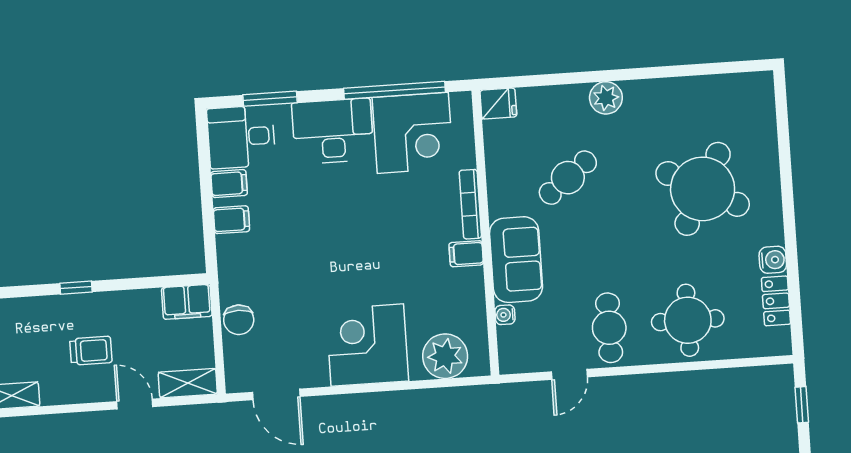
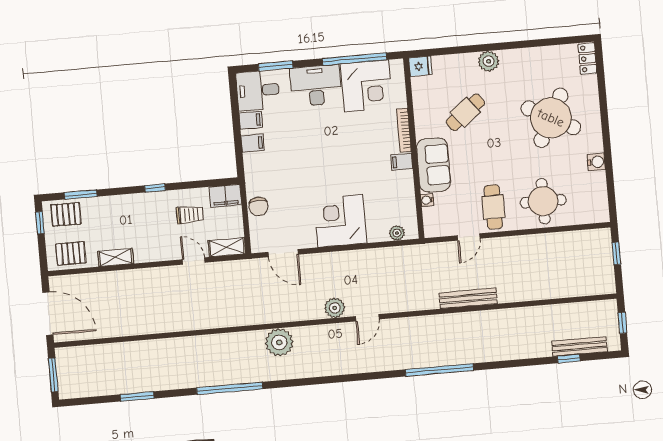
locker: (776, 301) -> (587, 59), moved
trolley: (91, 351) -> (190, 215), moved
plant: (445, 356) -> (397, 233), width x0.53, depth x0.53

